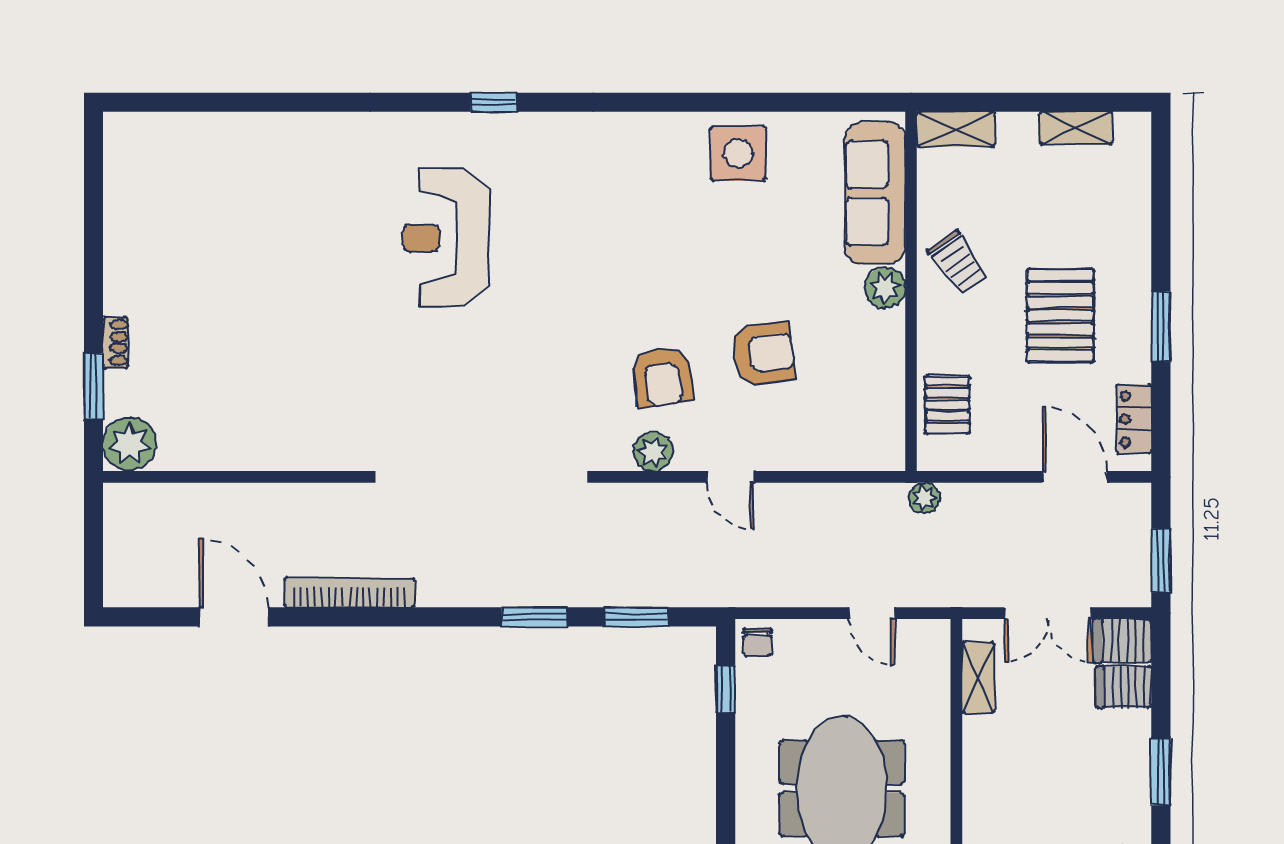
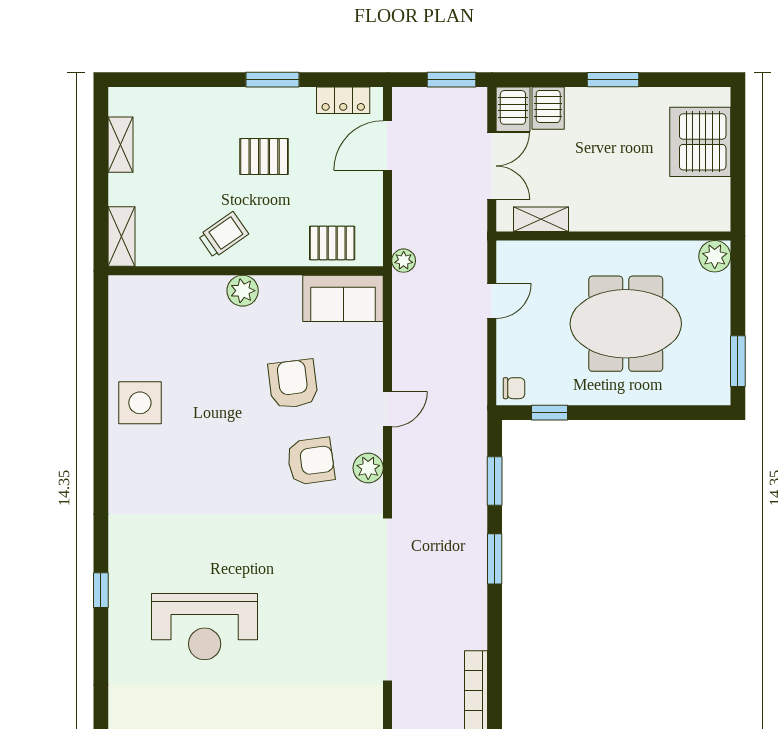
sofa: (875, 193) -> (343, 298), moved, width x0.73
pallet: (1060, 316) -> (264, 157), width x0.67, depth x0.71

